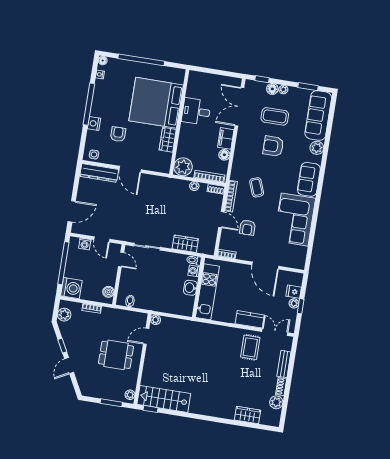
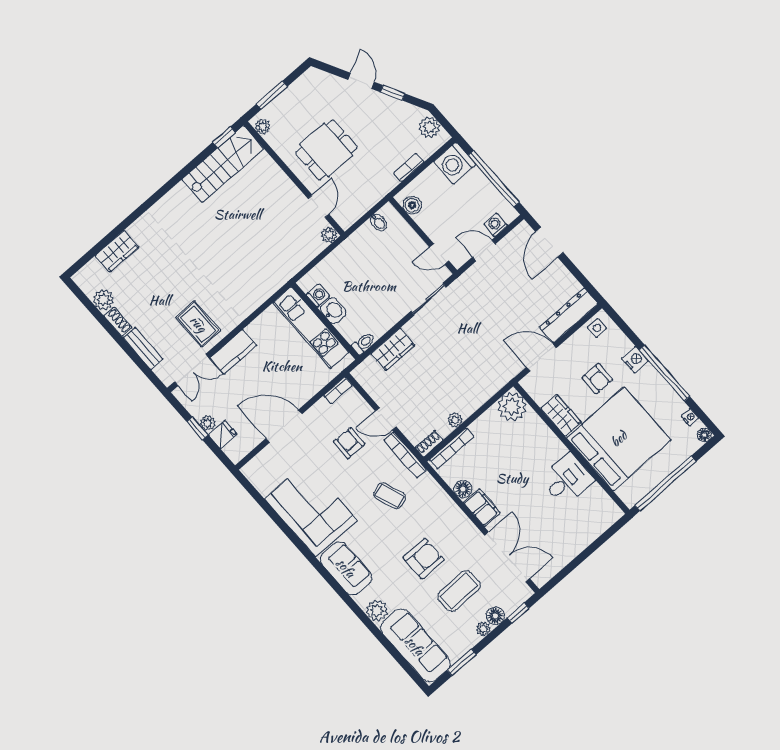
bed: (156, 103) -> (619, 439), moved
desk: (196, 111) -> (567, 480), moved
wall: (179, 122) -> (571, 448), moved
wardrobe: (168, 140) -> (561, 415), moved
plant: (183, 167) -> (512, 407), moved
washing machine: (194, 271) -> (318, 295), moved

